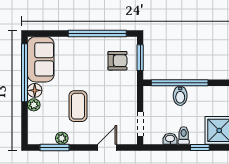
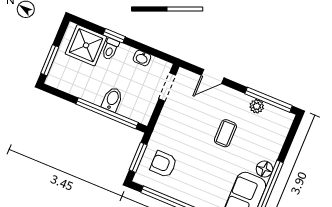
plant: (34, 105) -> (272, 154), removed
coffee table: (78, 106) -> (225, 133), width x0.73, depth x0.77
toilet: (184, 135) -> (110, 49), moved
window: (54, 147) -> (269, 100), width x1.44

